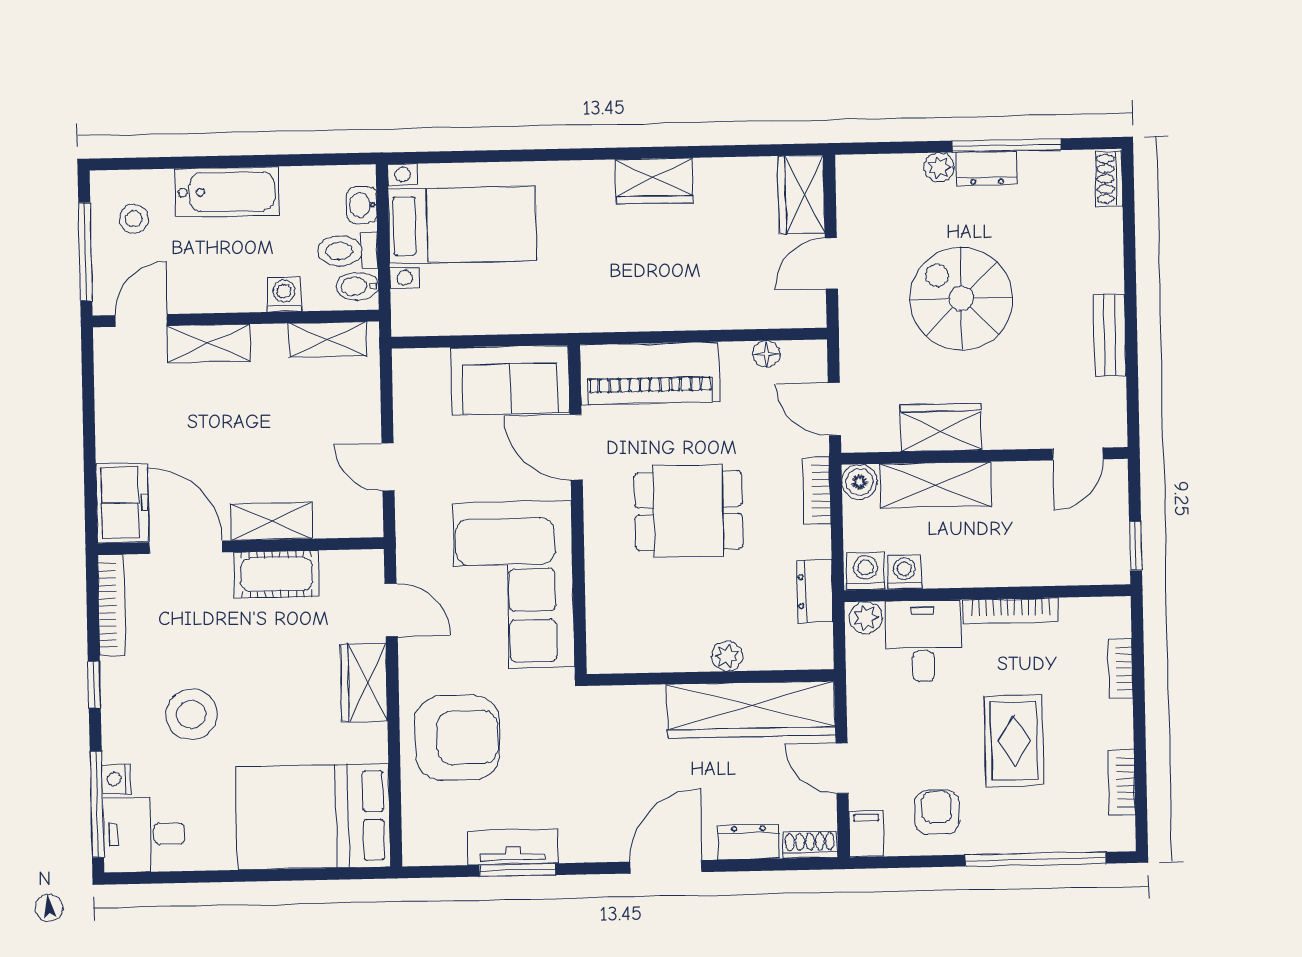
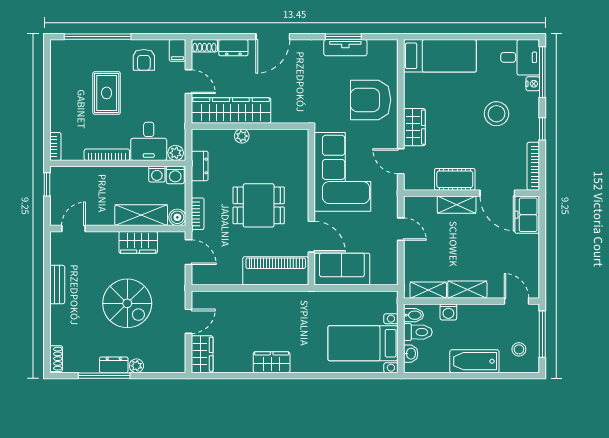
door: (141, 320) -> (516, 301), swing flipped
shelving: (209, 343) -> (467, 290), moved
floor lamp: (766, 354) -> (220, 279), removed
bookcase: (1120, 668) -> (55, 146), moved
bookcase: (1122, 782) -> (56, 72), removed
bed: (313, 817) -> (440, 56), width x0.67

